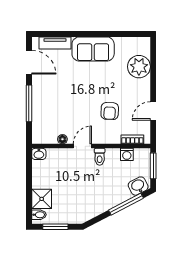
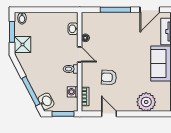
washbasin: (39, 154) -> (73, 29), moved
shower: (42, 199) -> (23, 44), moved

